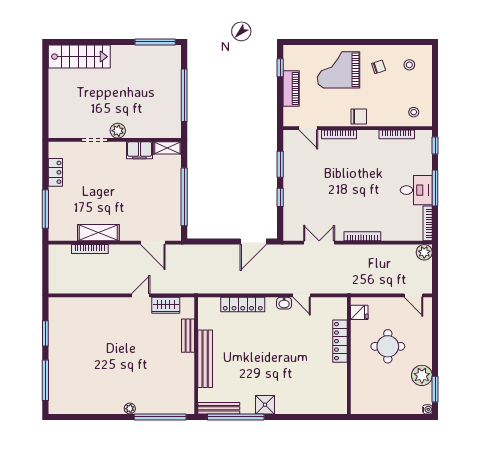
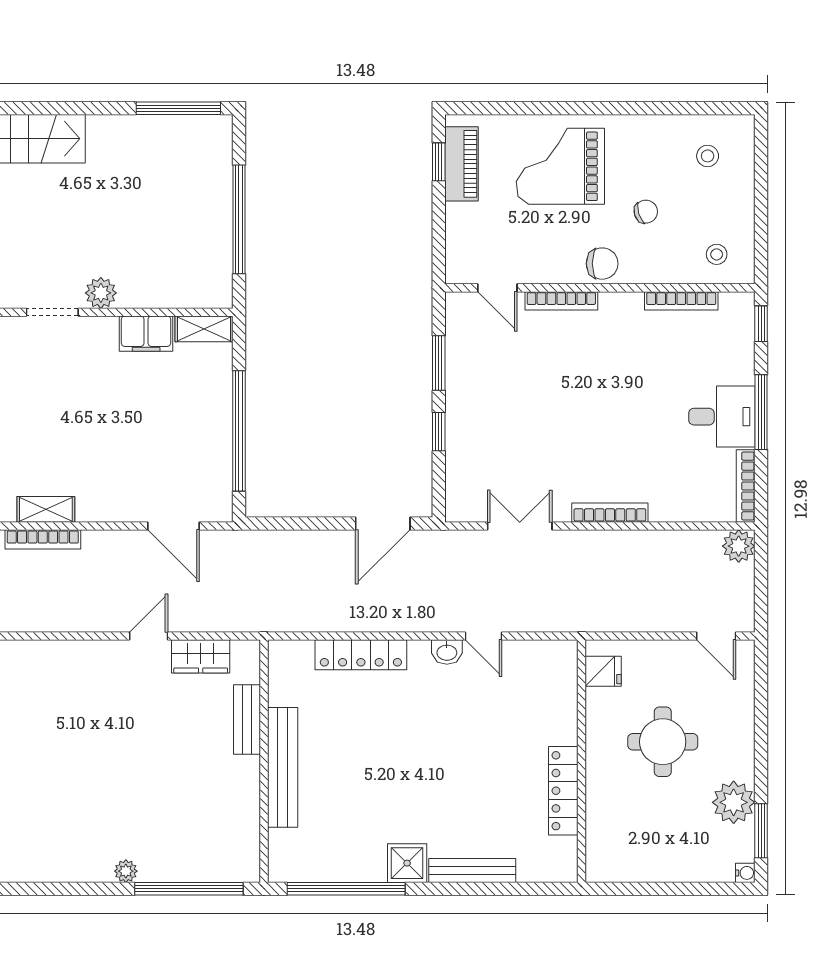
chair: (379, 67) -> (646, 212), moved
piano: (291, 89) -> (461, 164), moved
shelving: (98, 233) -> (46, 509), width x0.67, depth x0.75
locker: (340, 341) -> (563, 791), moved
bench: (219, 408) -> (472, 870), moved

